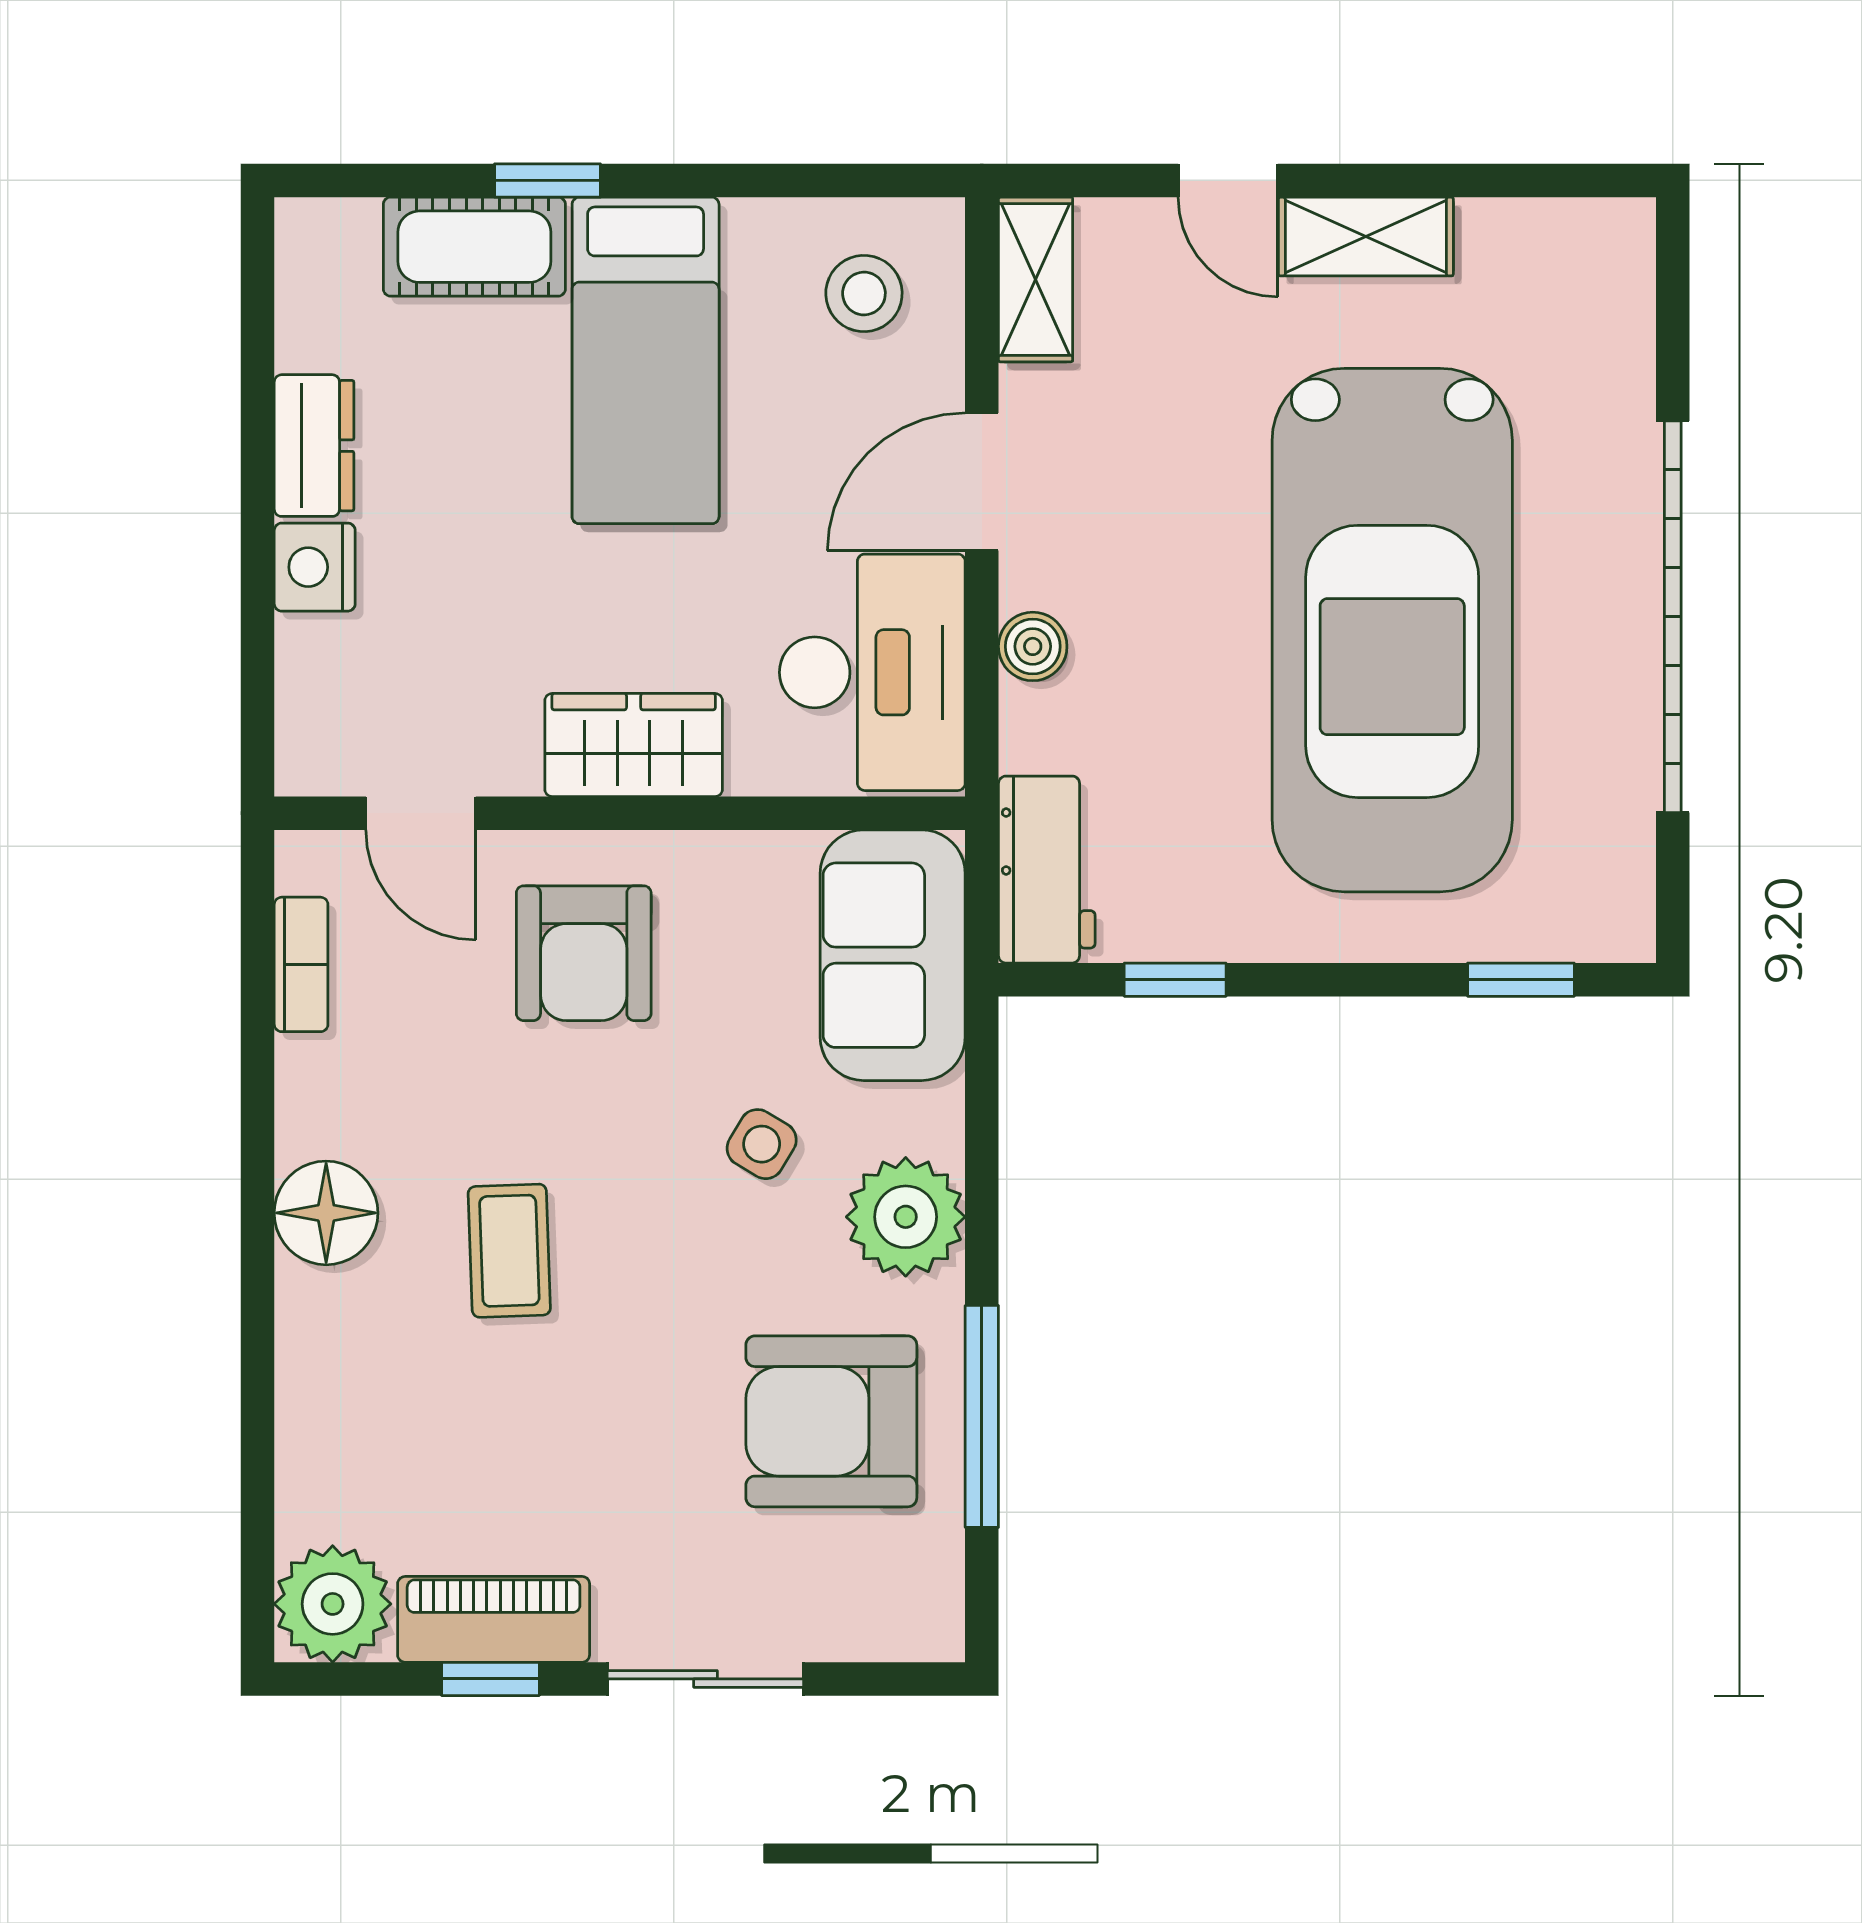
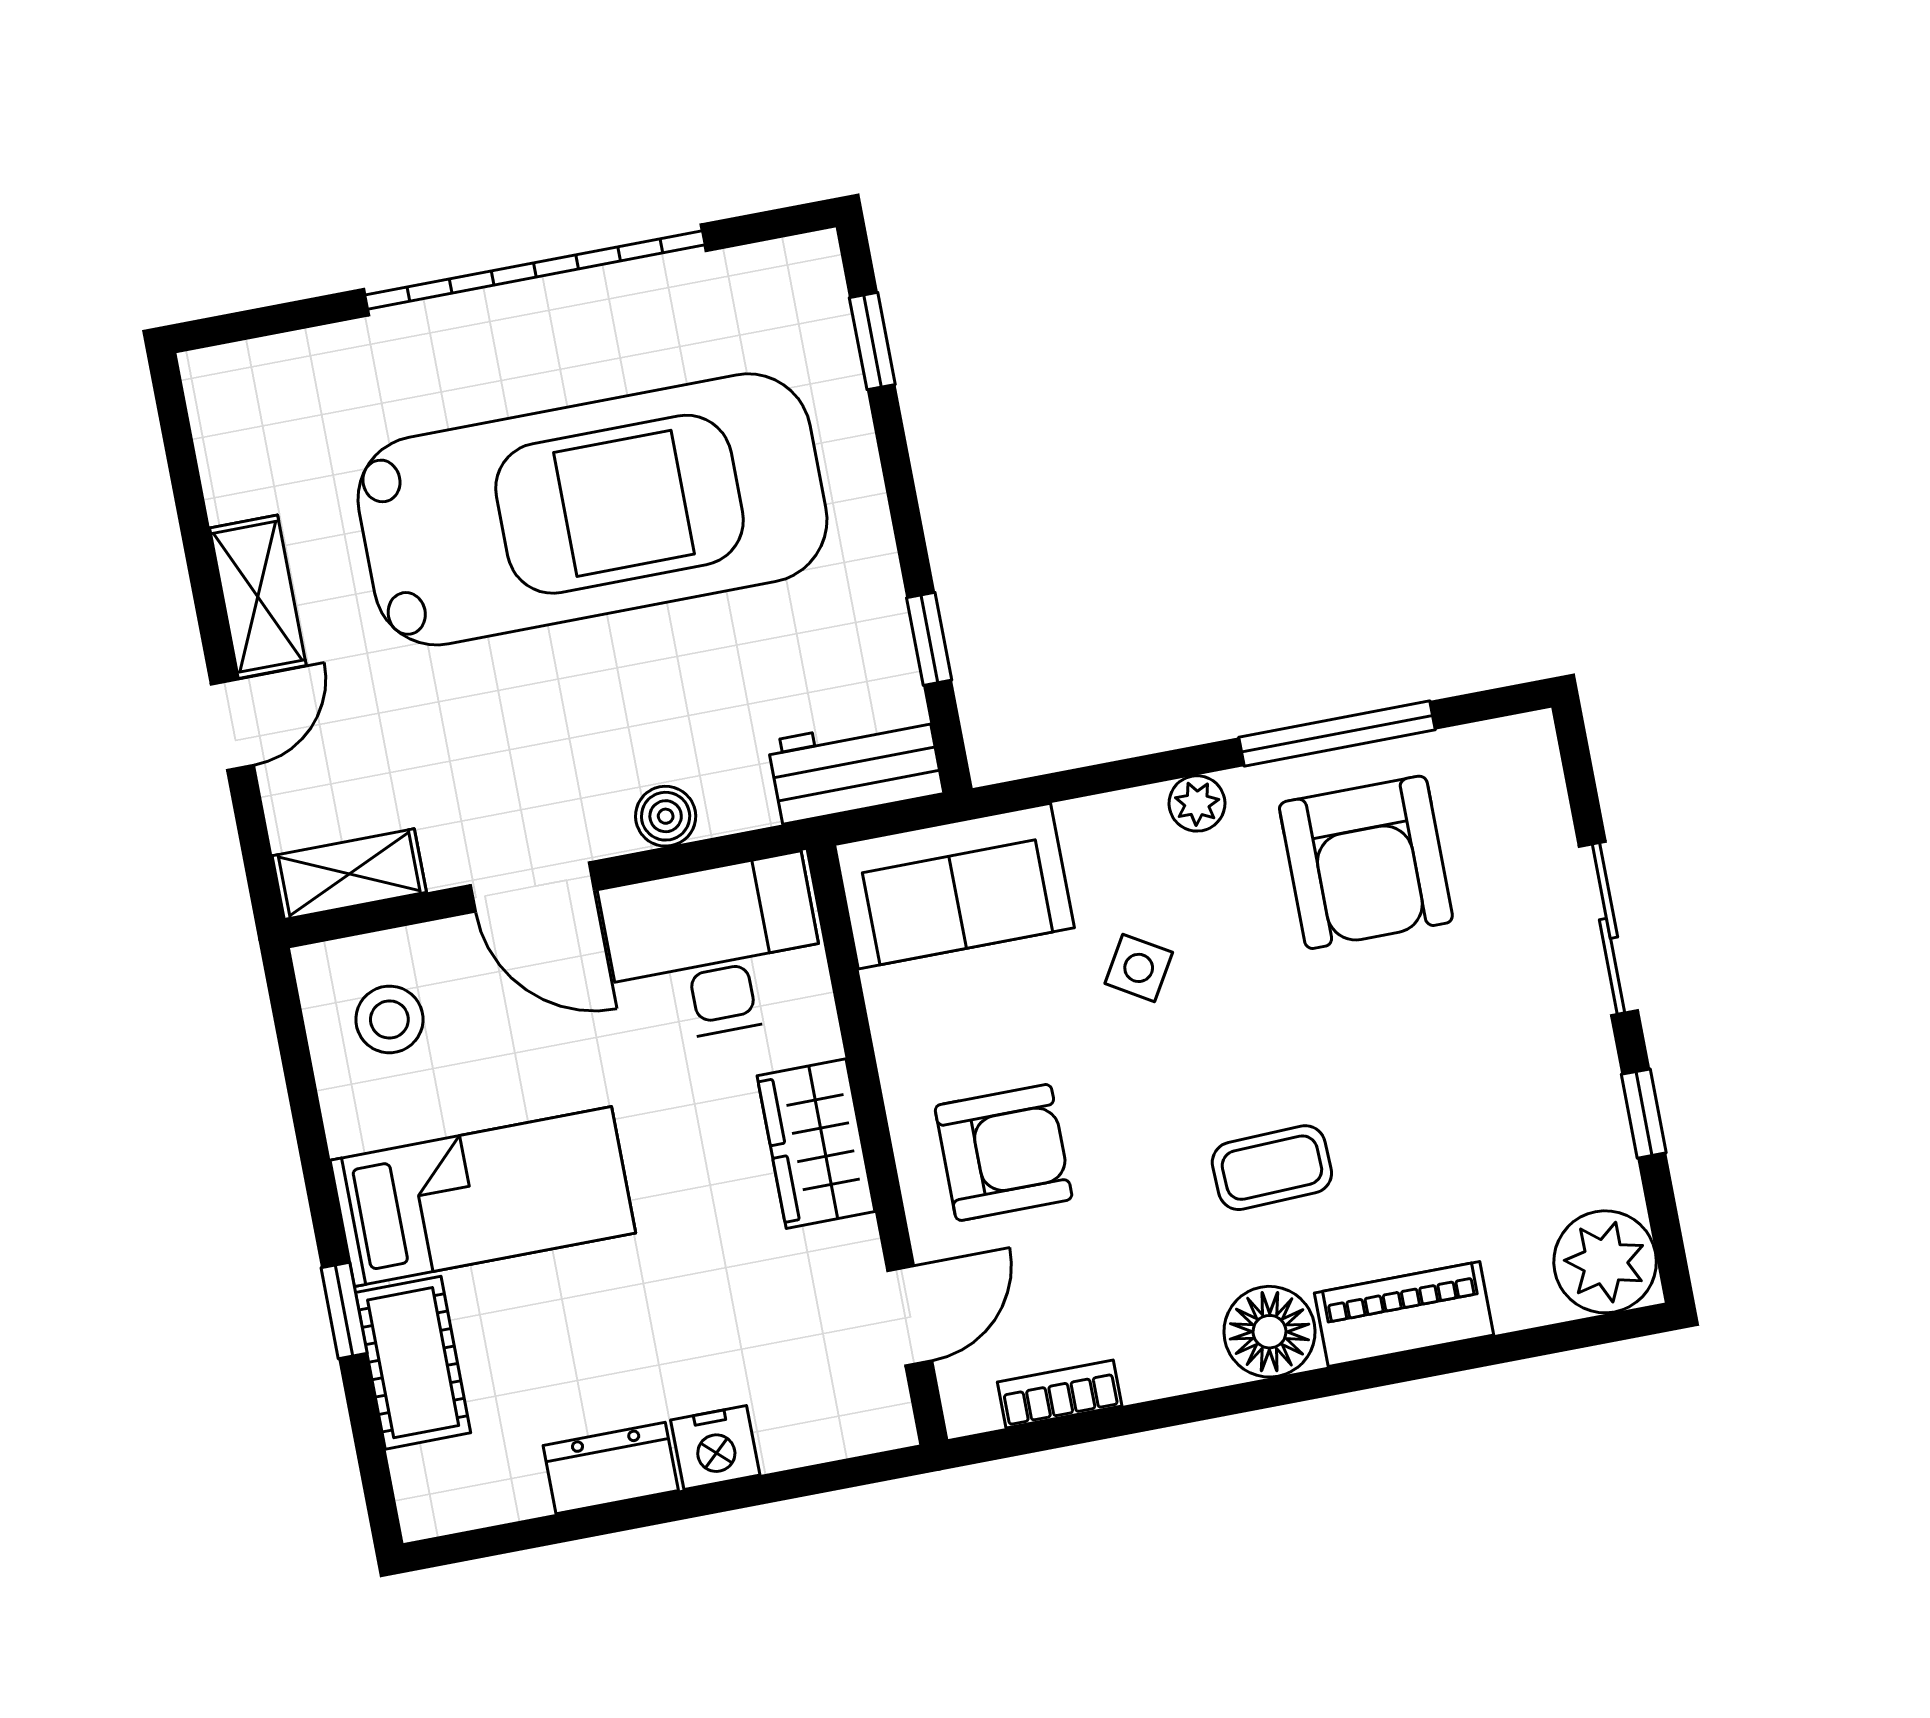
plant: (906, 1217) -> (1197, 803), width x0.53, depth x0.53
piano: (494, 1619) -> (1404, 1314), moved, turned 90

